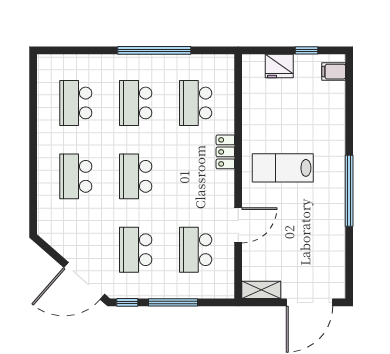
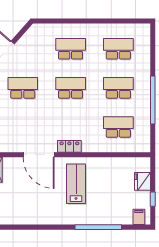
locker: (225, 152) -> (69, 146), moved
window: (349, 191) -> (98, 227), moved
door: (238, 225) -> (39, 155), width x1.36
school desk: (196, 250) -> (23, 127), removed

